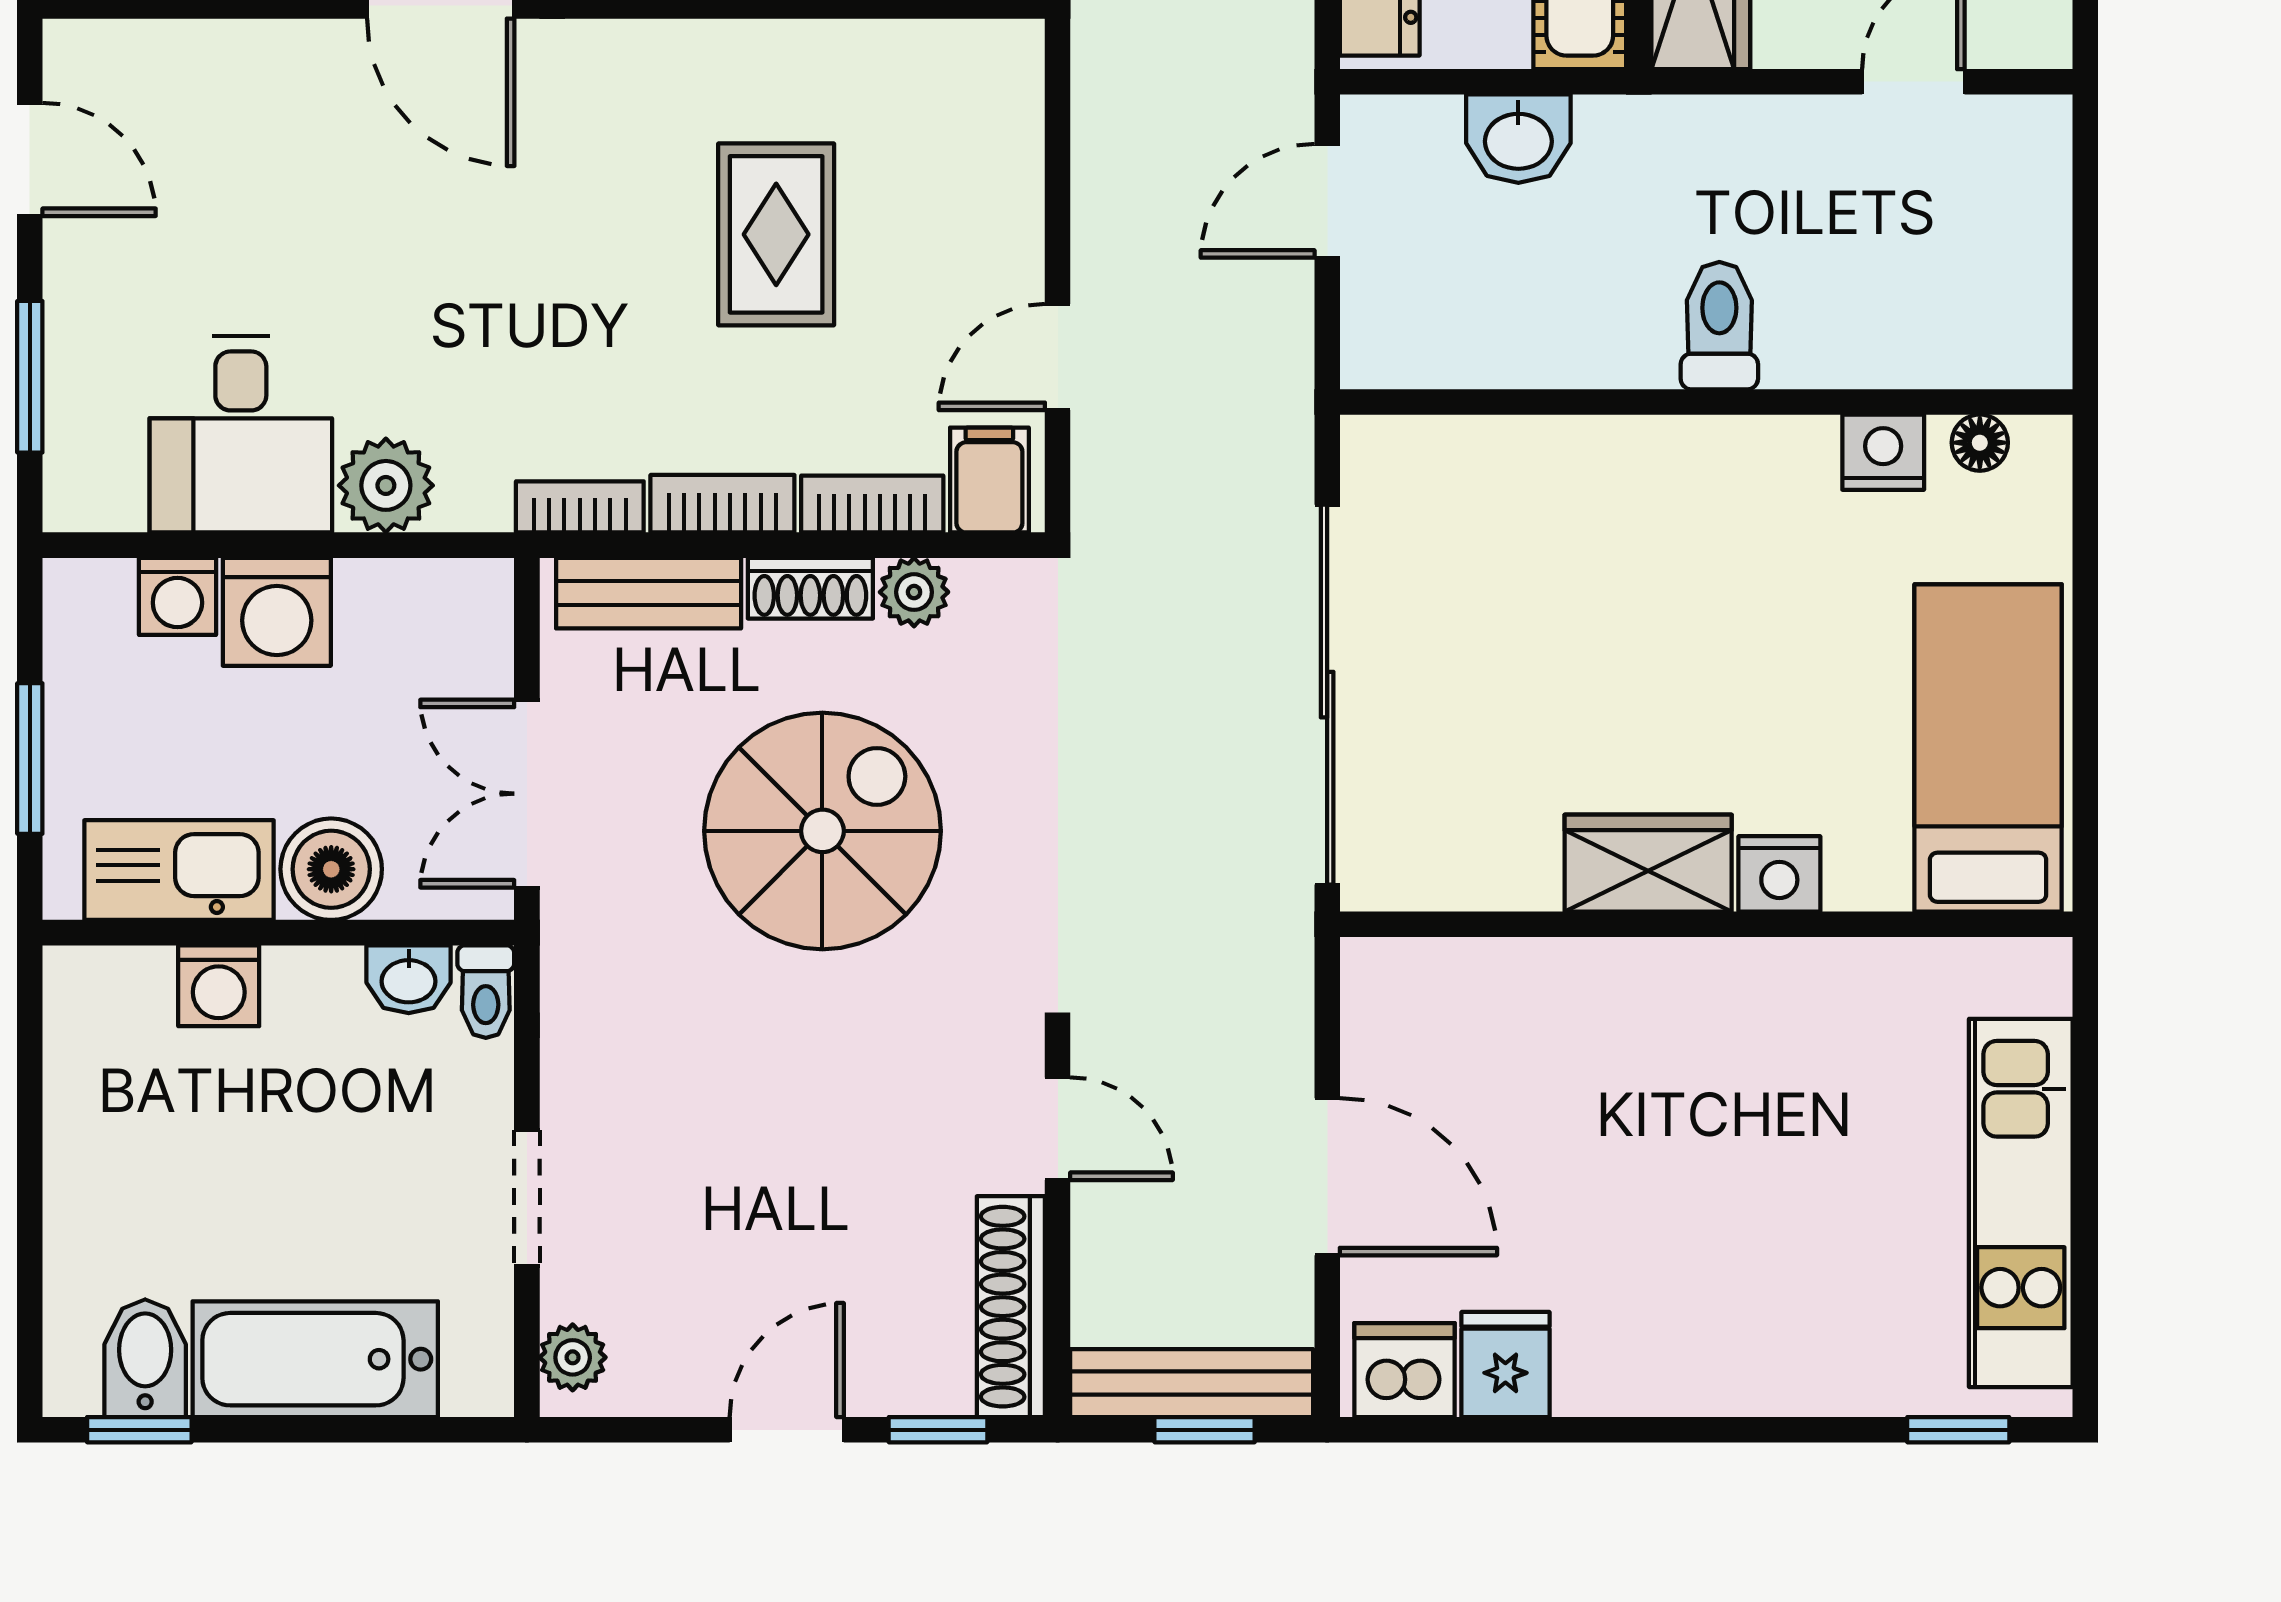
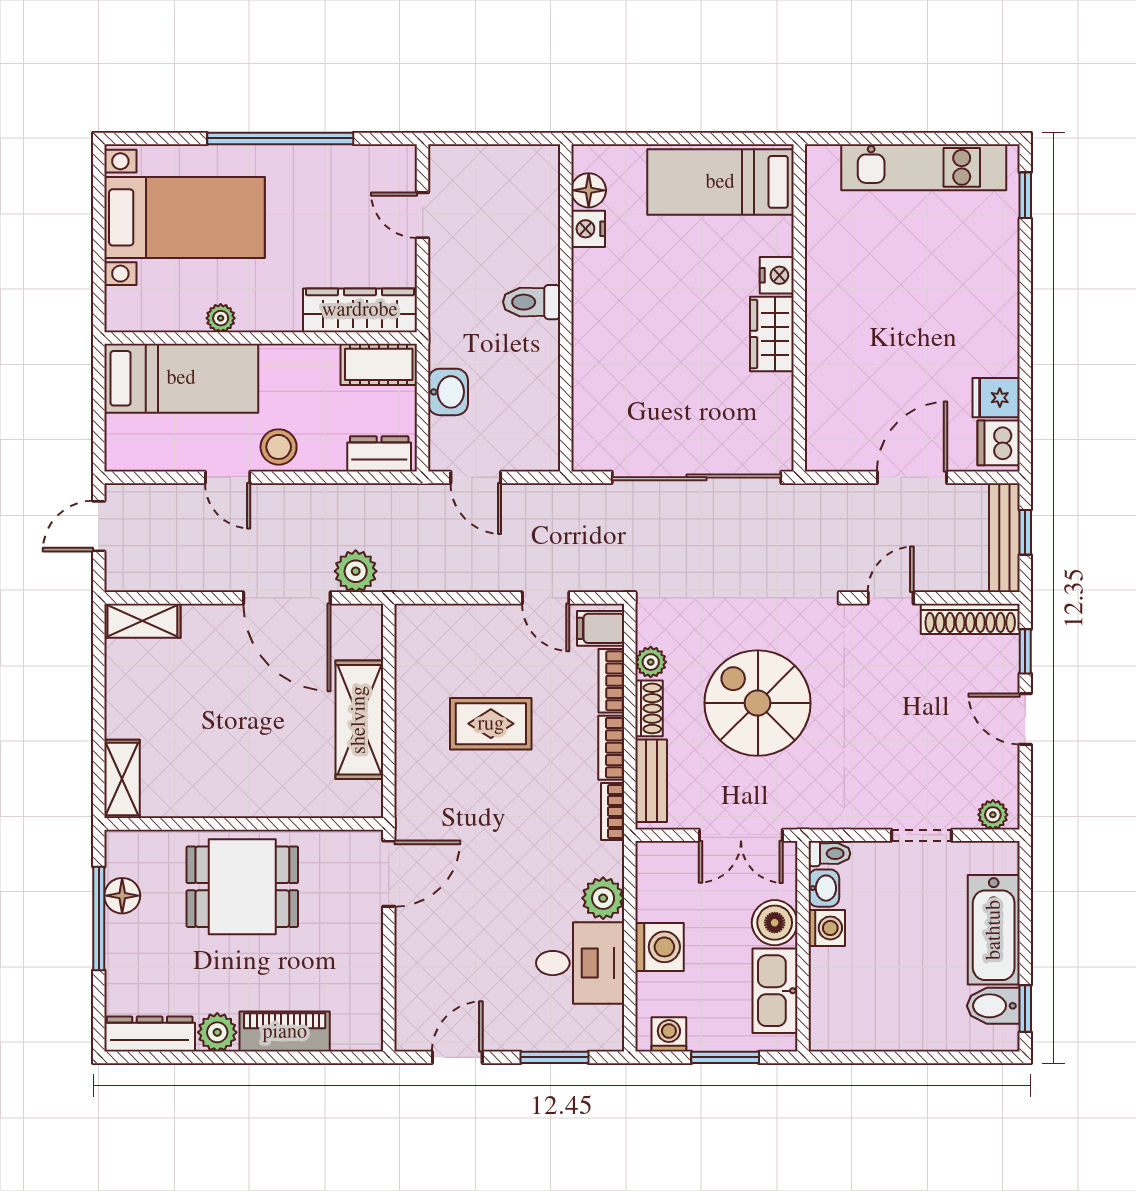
floor lamp: (1980, 443) -> (589, 190), width x1.37, depth x1.37
washing machine: (177, 596) -> (669, 1034), moved, turned -90
washing machine: (219, 986) -> (827, 928), moved

